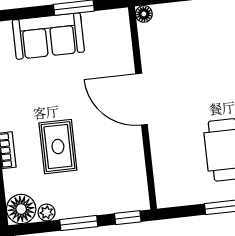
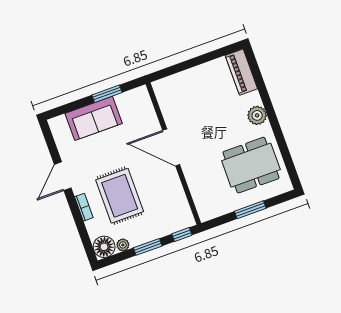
floor lamp: (144, 14) -> (158, 86), removed
rug: (58, 147) -> (120, 196), width x1.36, depth x1.43

